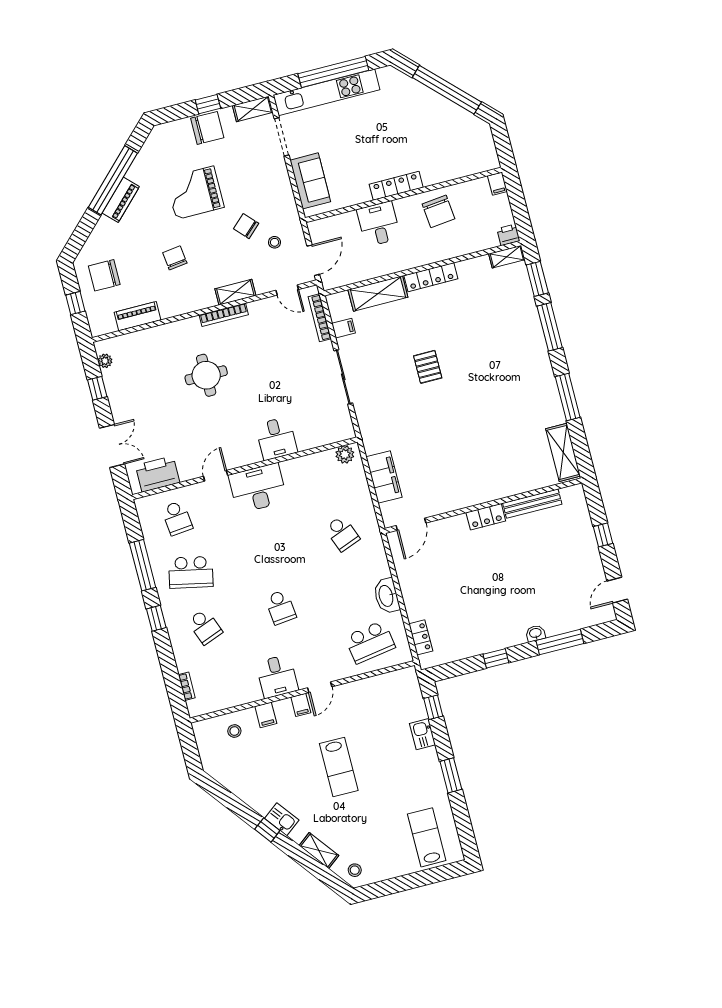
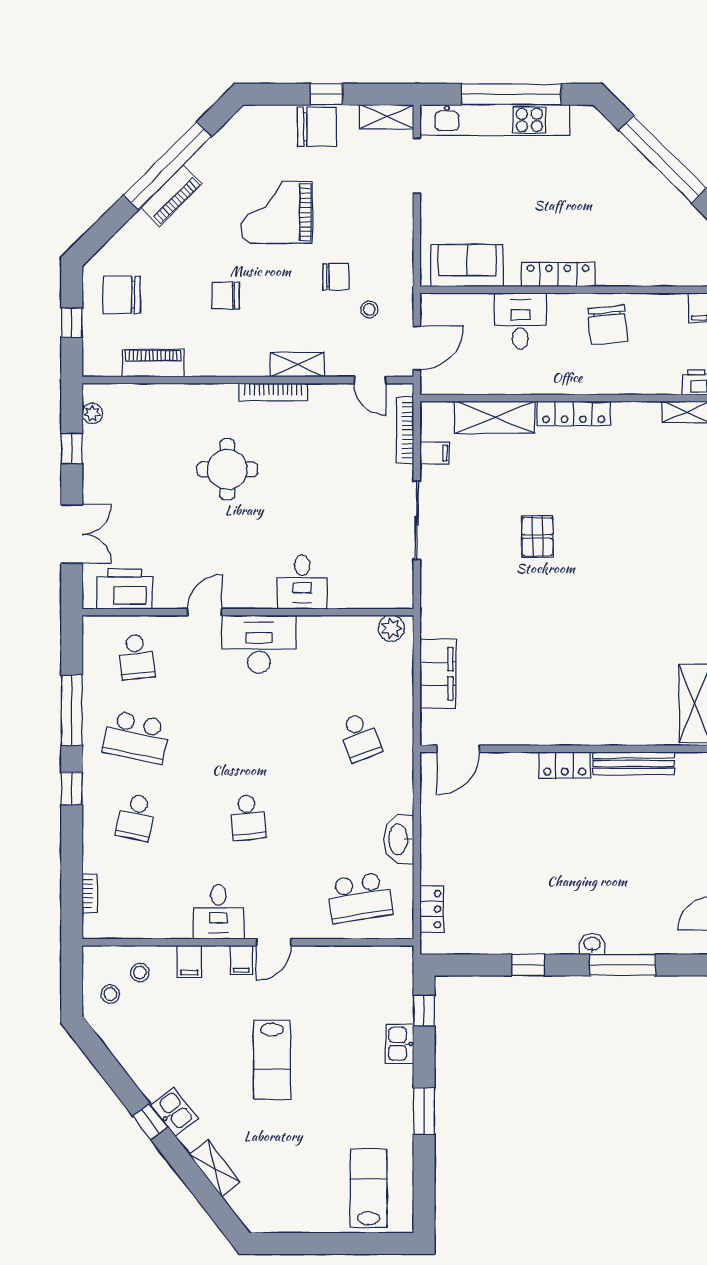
sofa: (310, 181) -> (467, 266), moved, turned -90
chair: (246, 226) -> (336, 277), turned 133
chair: (175, 258) -> (226, 296), turned -83
school desk: (205, 627) -> (136, 817), turned 33
stool: (355, 870) -> (110, 994), moved

